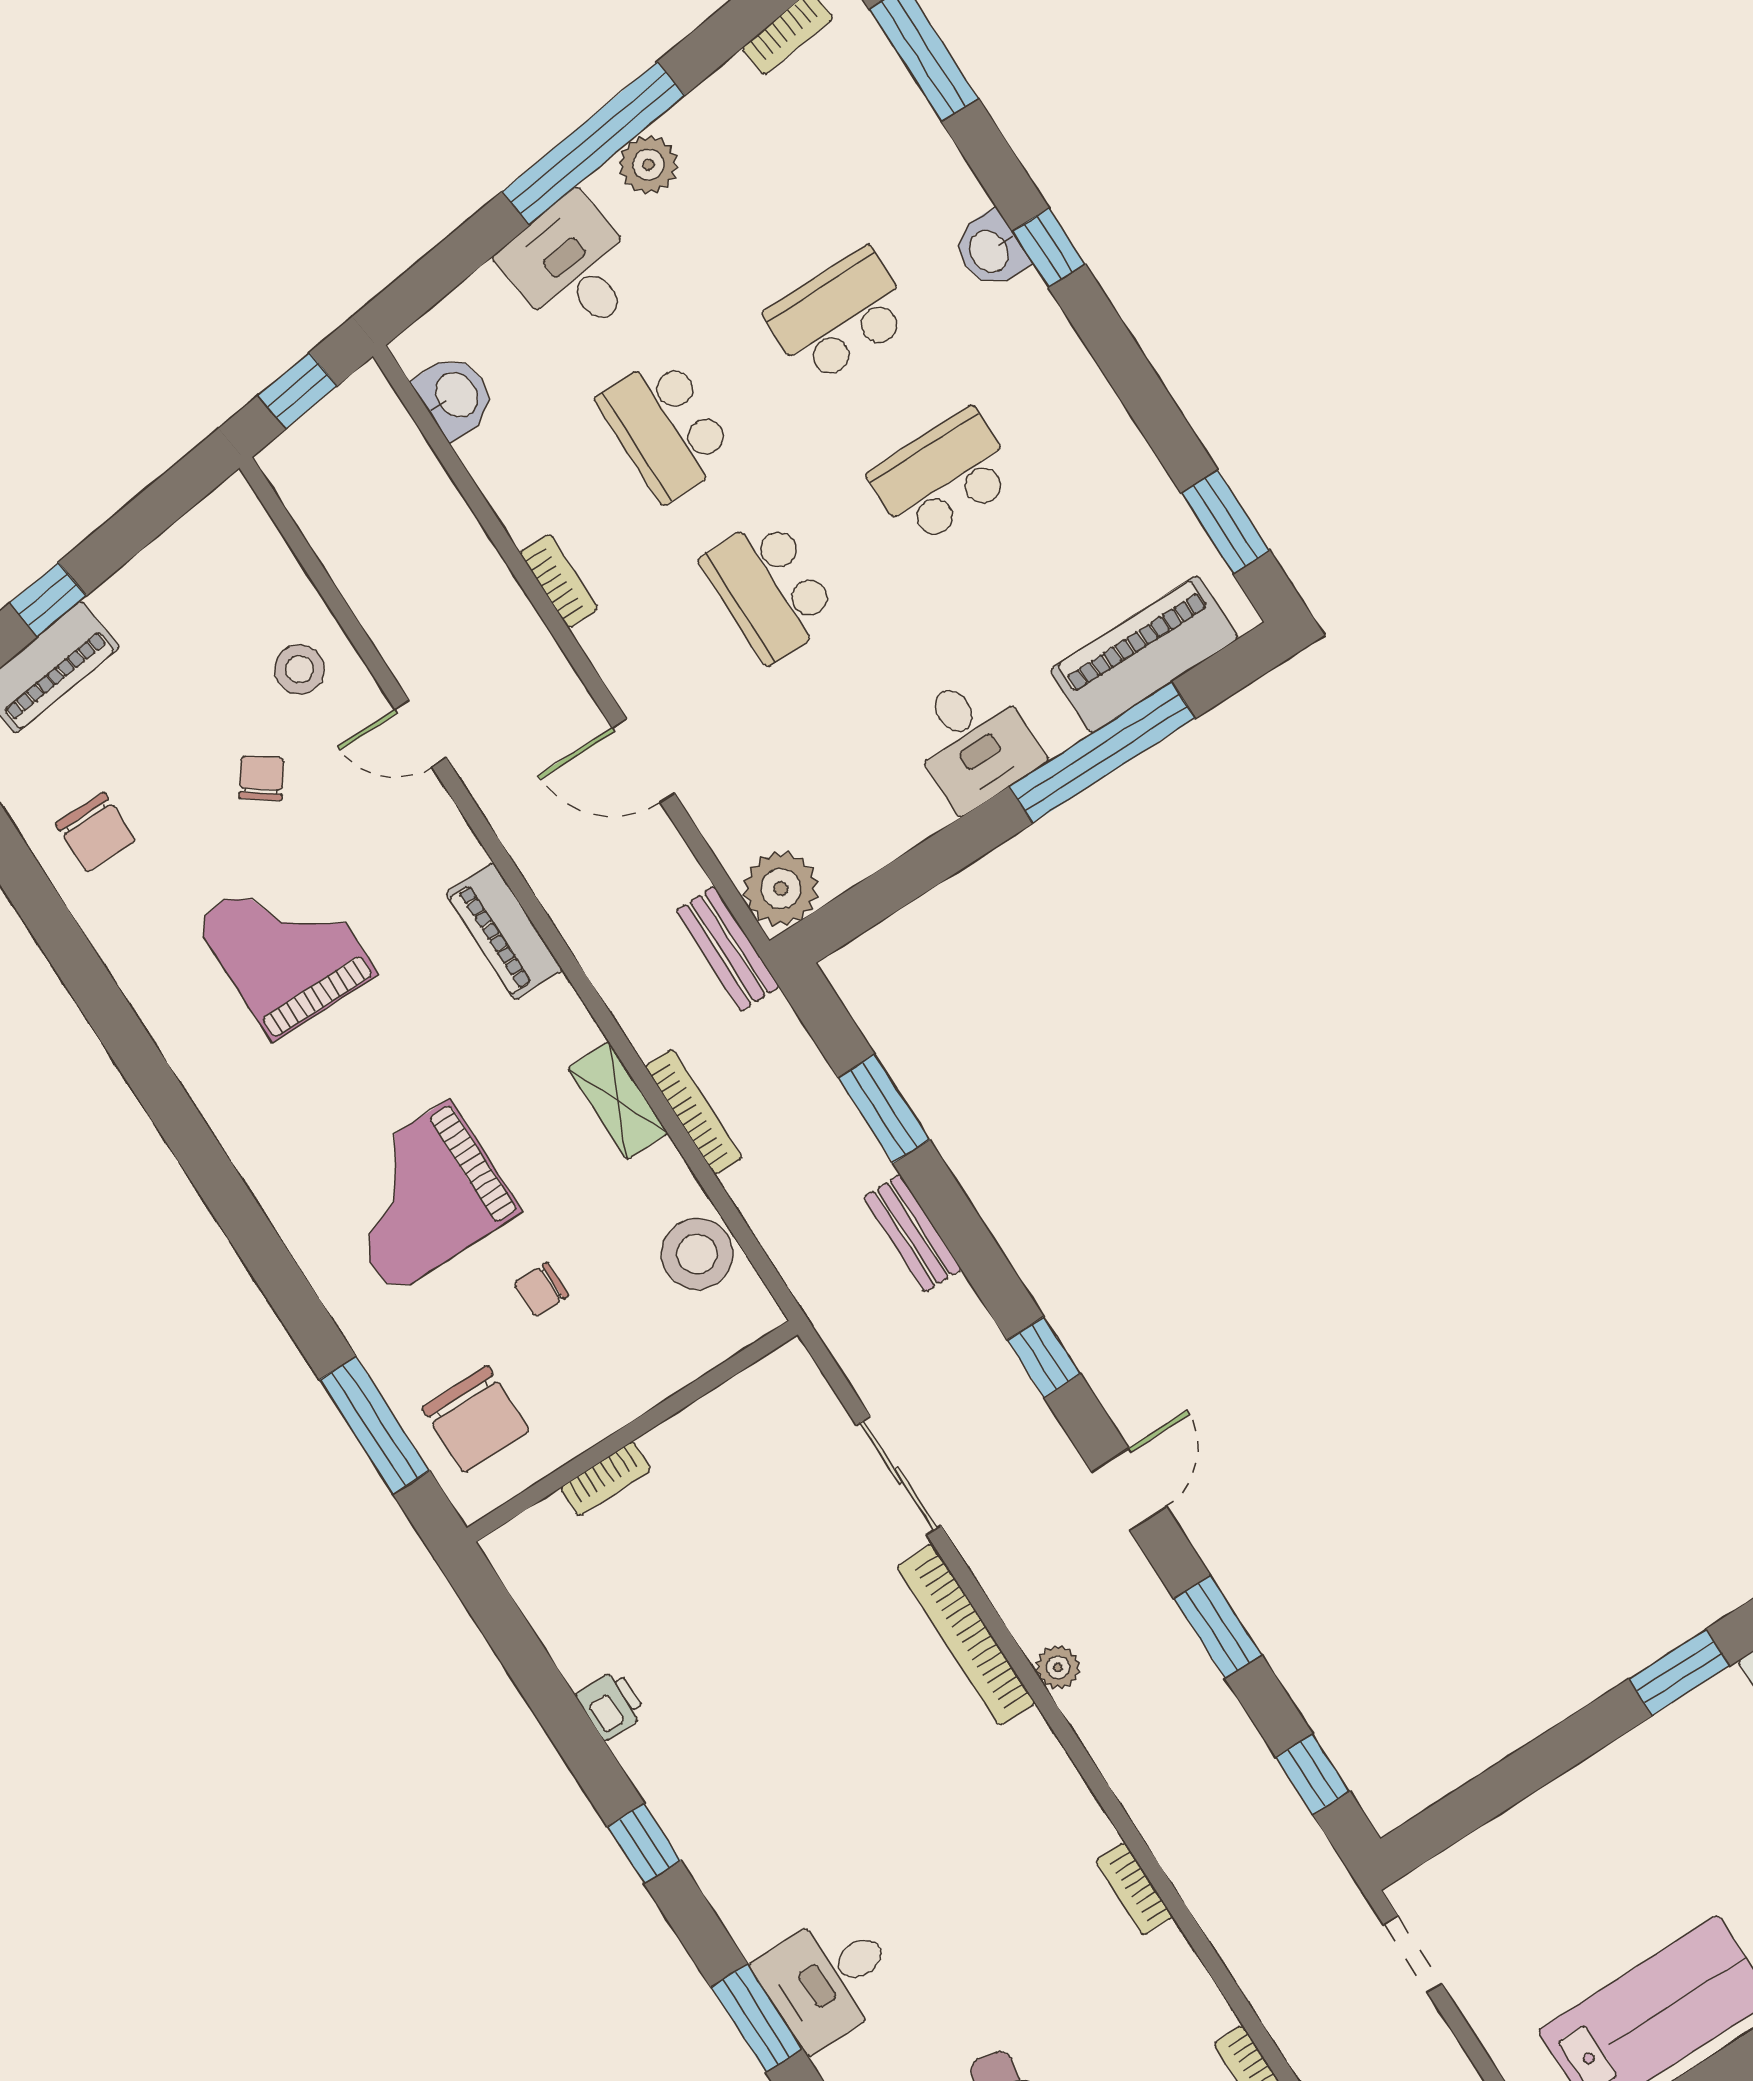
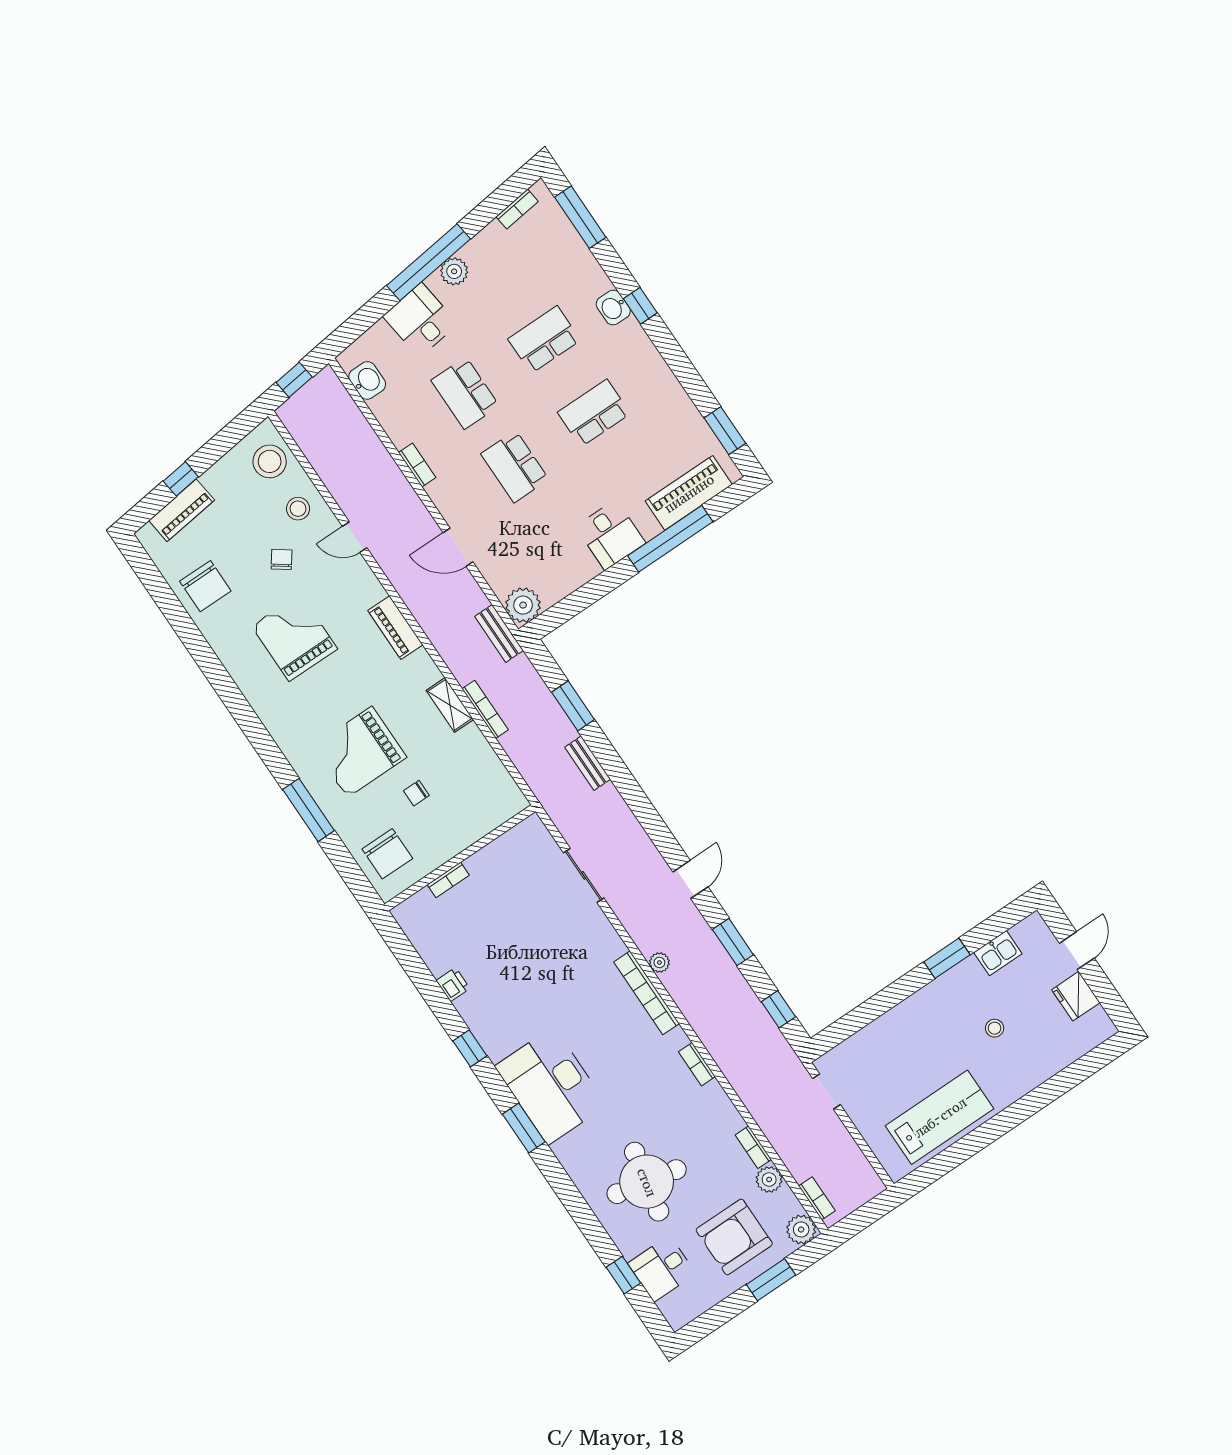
chair: (96, 832) -> (205, 586), width x1.37, depth x1.37
stool: (697, 1254) -> (270, 461), moved
window: (1044, 1357) -> (650, 819), removed
window: (374, 1425) -> (308, 810), moved
bookcase: (966, 1635) -> (647, 993), moved
desk: (828, 1979) -> (551, 1086), width x1.87, depth x1.30

